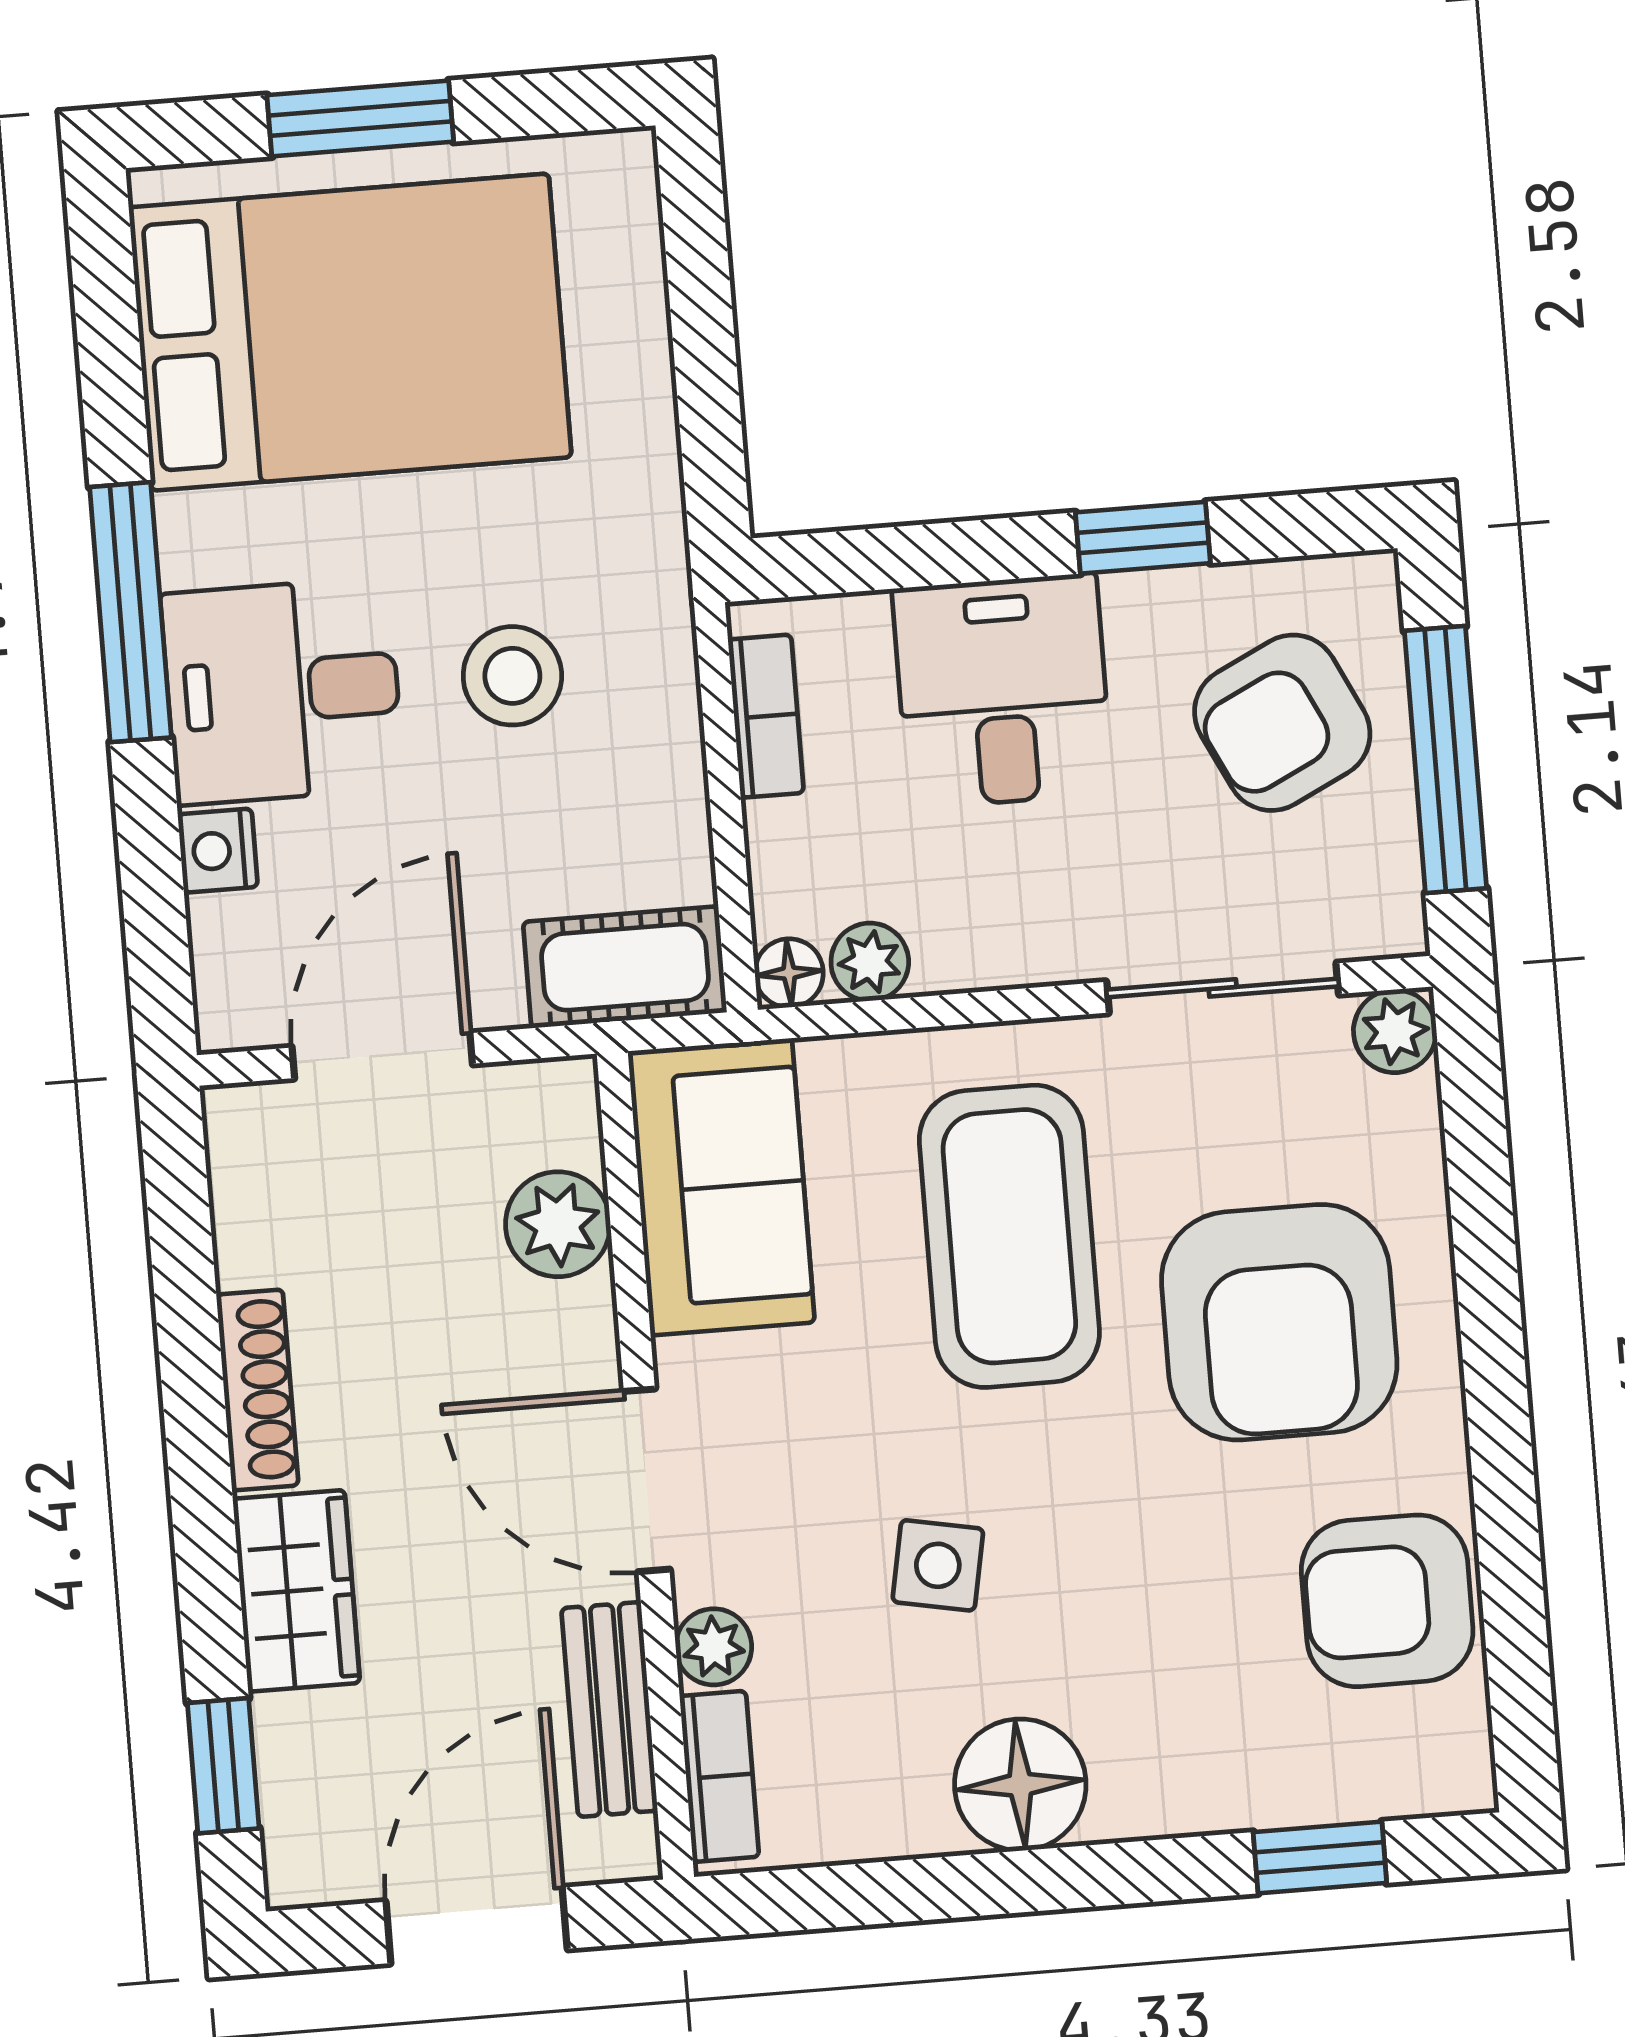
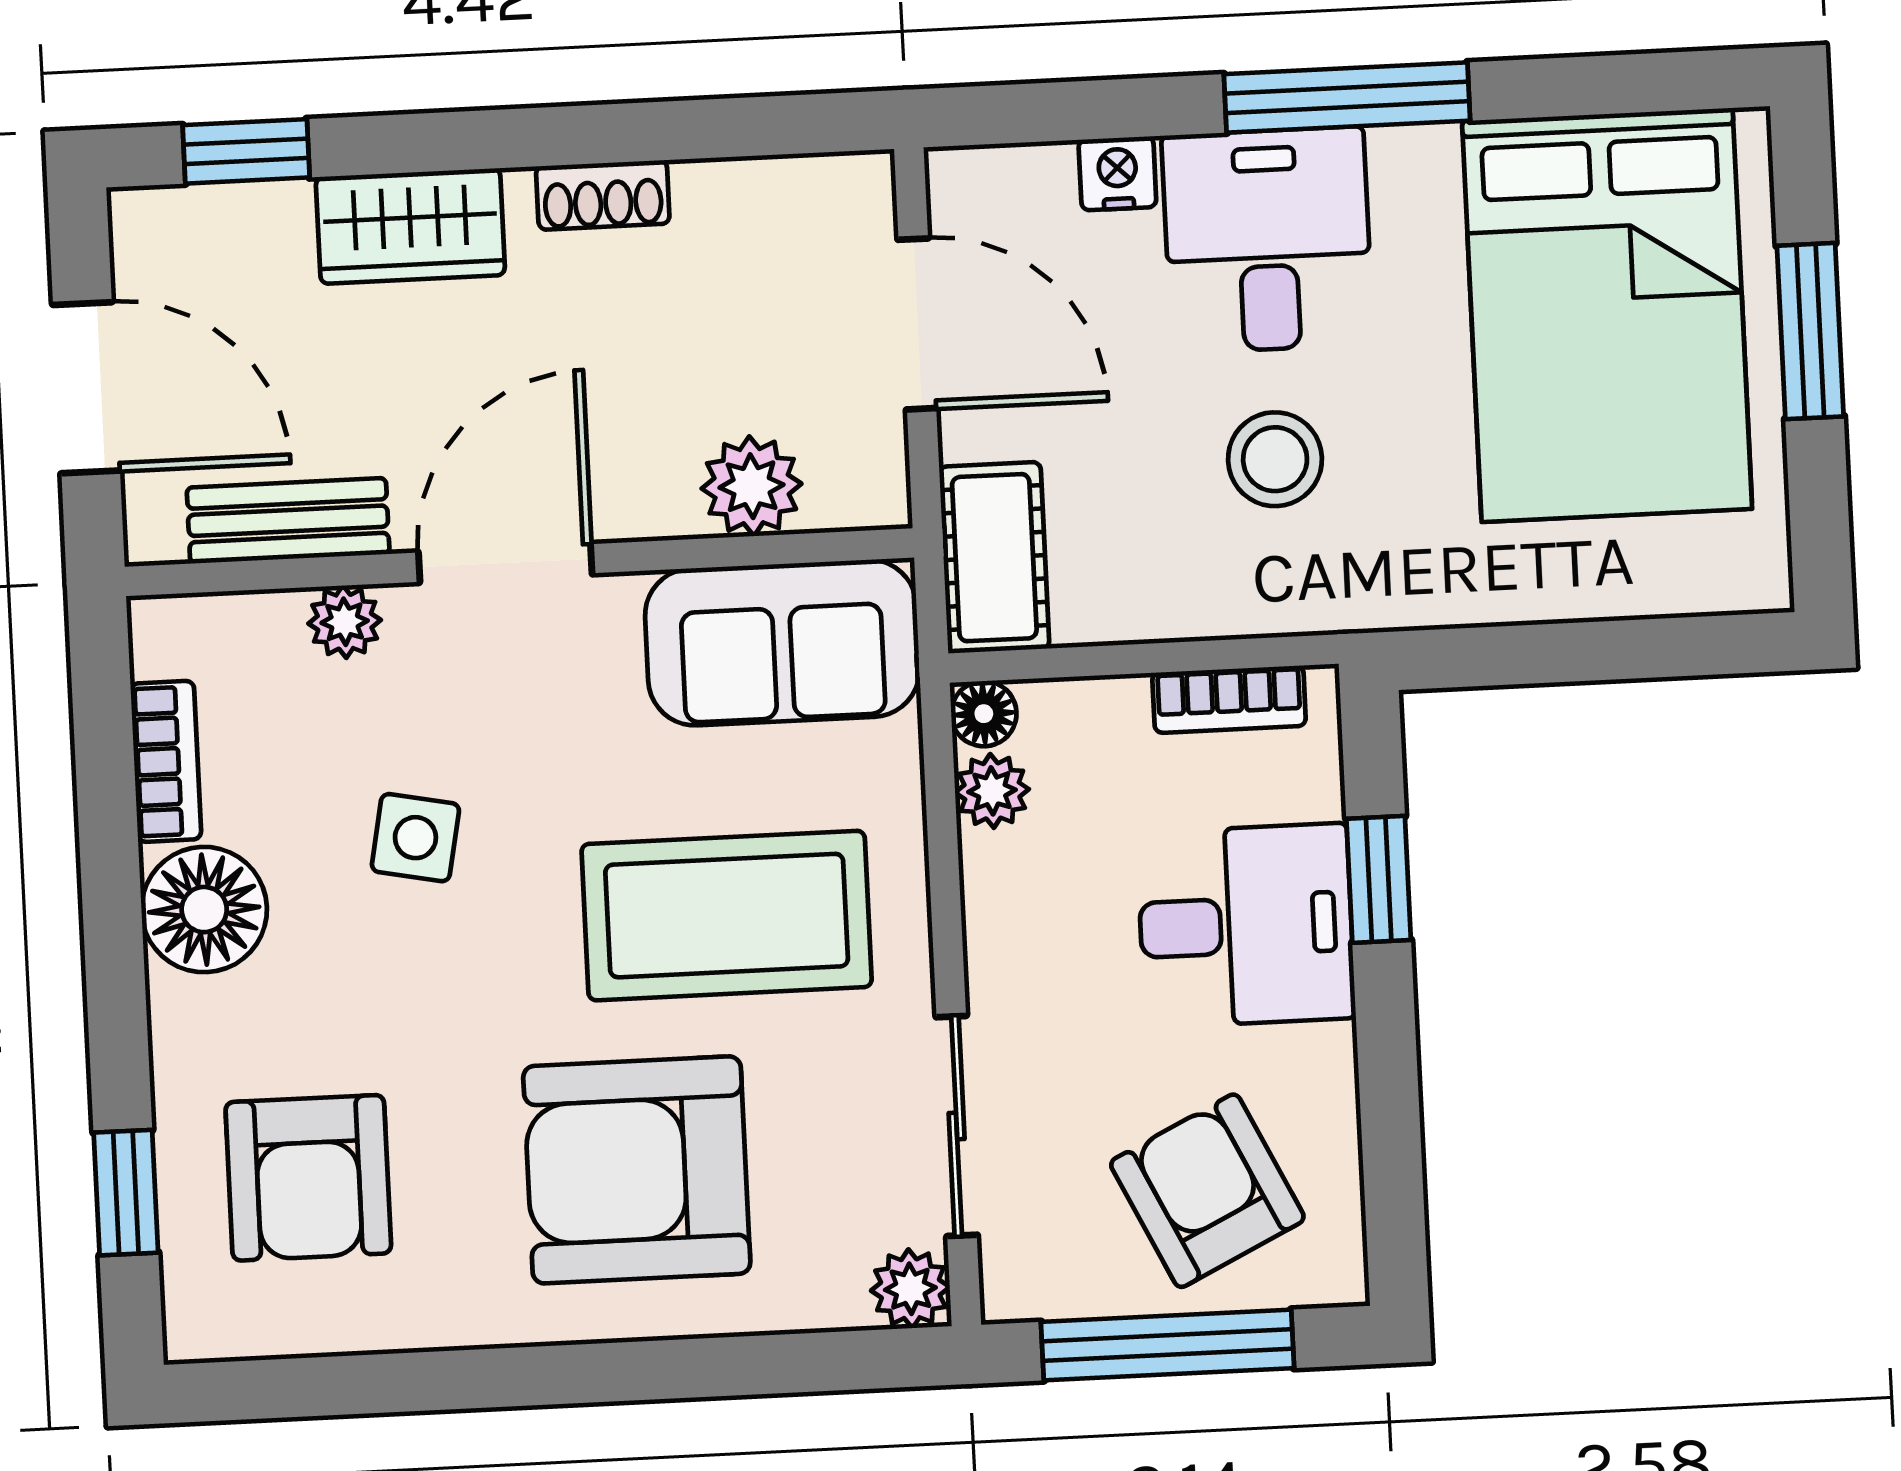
window: (1143, 538) -> (1379, 879), moved
shoe rack: (257, 1390) -> (603, 195), width x0.70
armchair: (1387, 1601) -> (308, 1178), moved, turned 180
bookcase: (719, 1776) -> (166, 761), moved, turned -90

